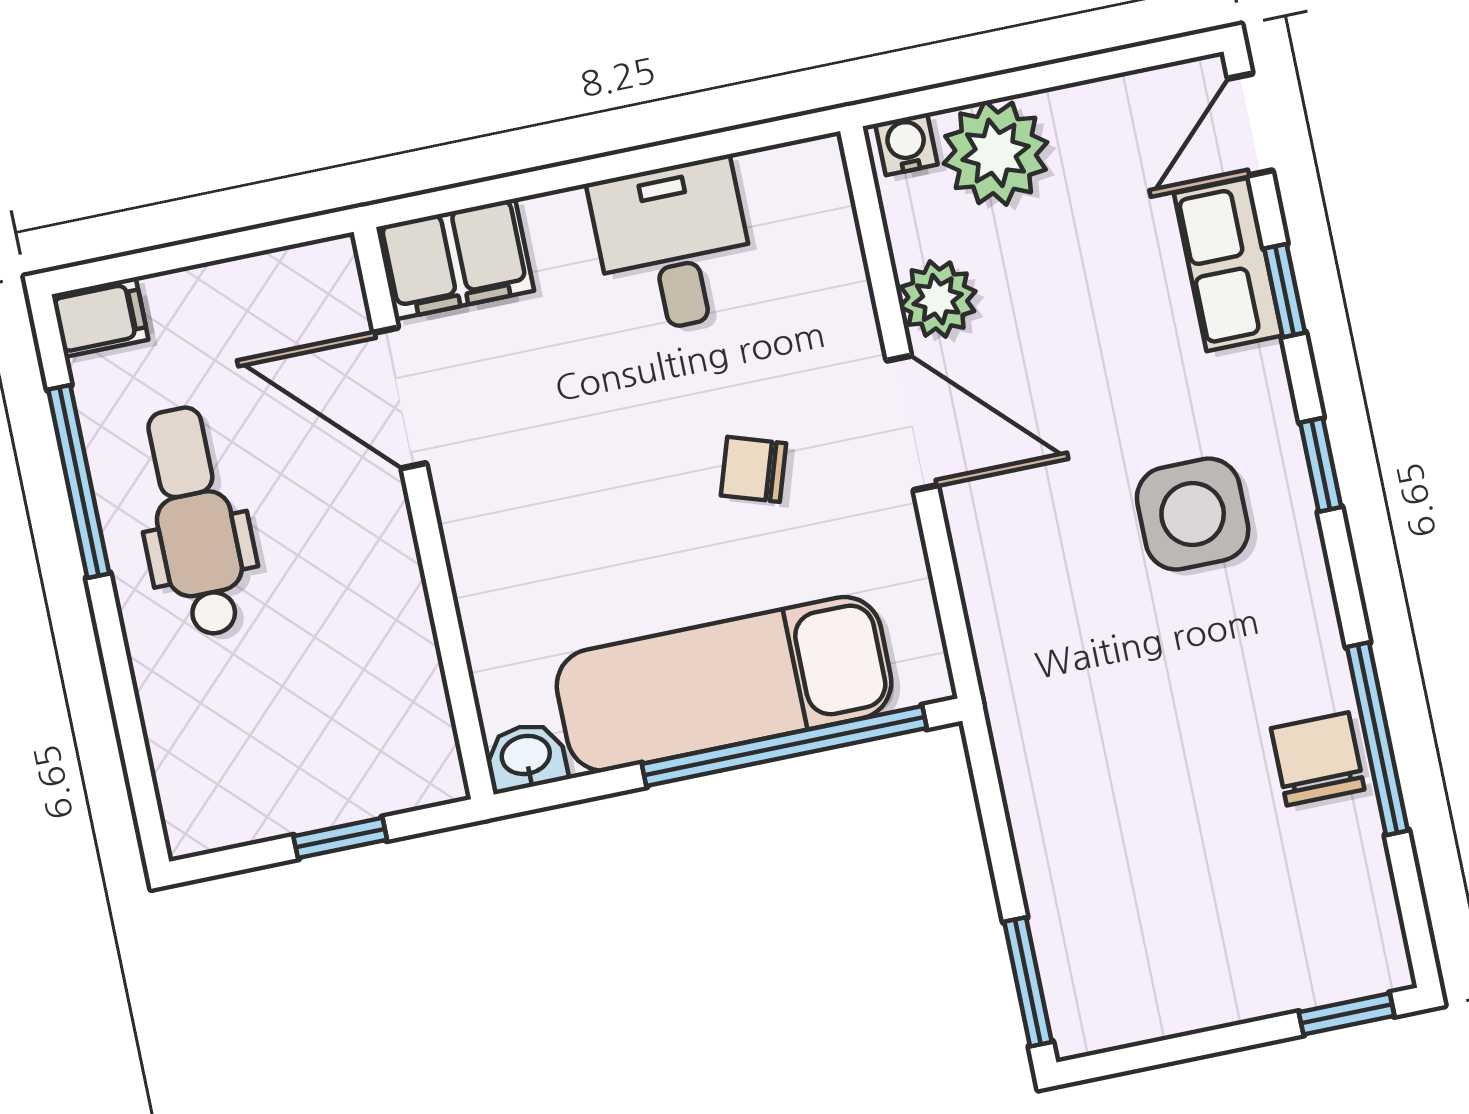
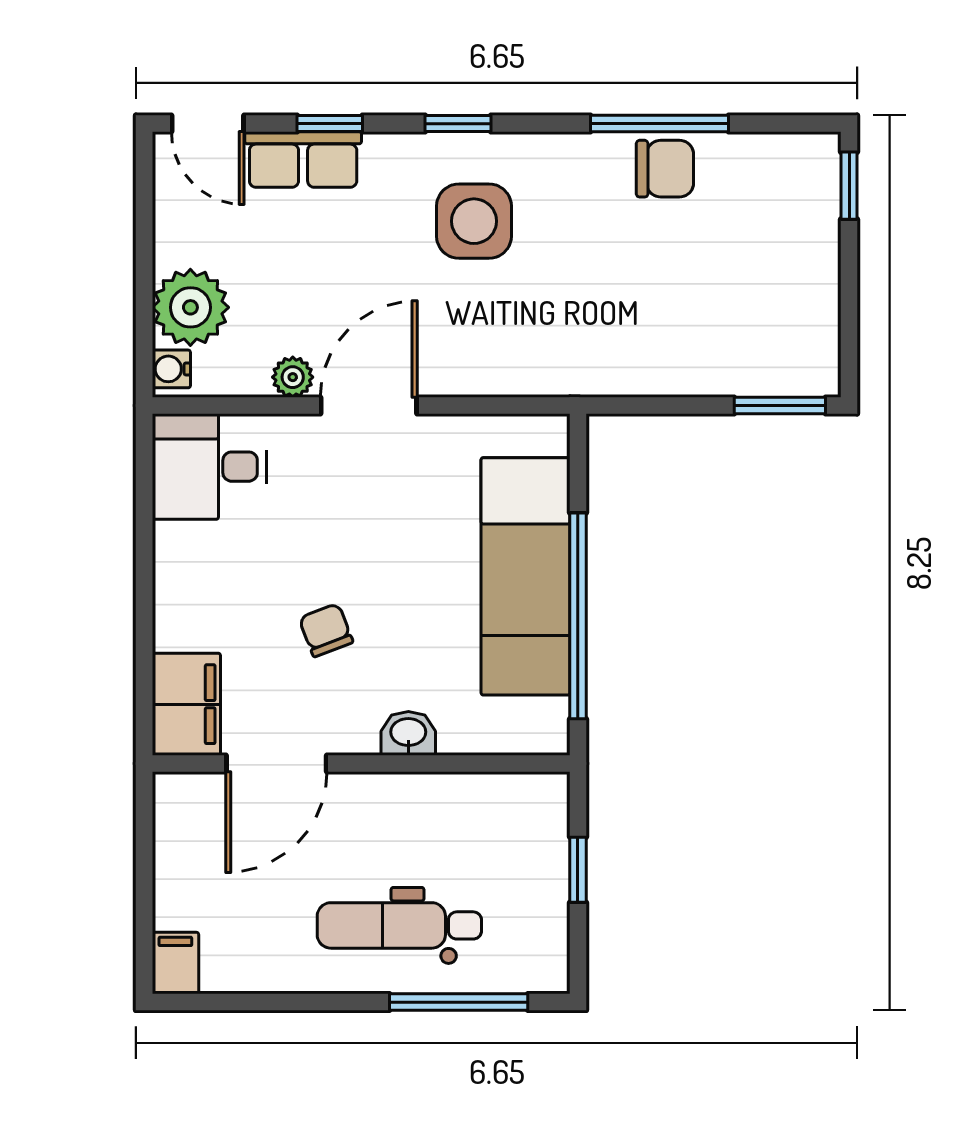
desk: (674, 246) -> (209, 467), moved
plant: (938, 299) -> (293, 377), width x0.73, depth x0.73
chair: (753, 469) -> (326, 630), moved, turned 141
window: (79, 481) -> (459, 1002), moved
dental chair: (195, 521) -> (399, 925), moved
window: (784, 746) -> (578, 616), moved
washbasin: (526, 757) -> (408, 733), moved, turned 90
chair: (1318, 759) -> (665, 169), turned 180

